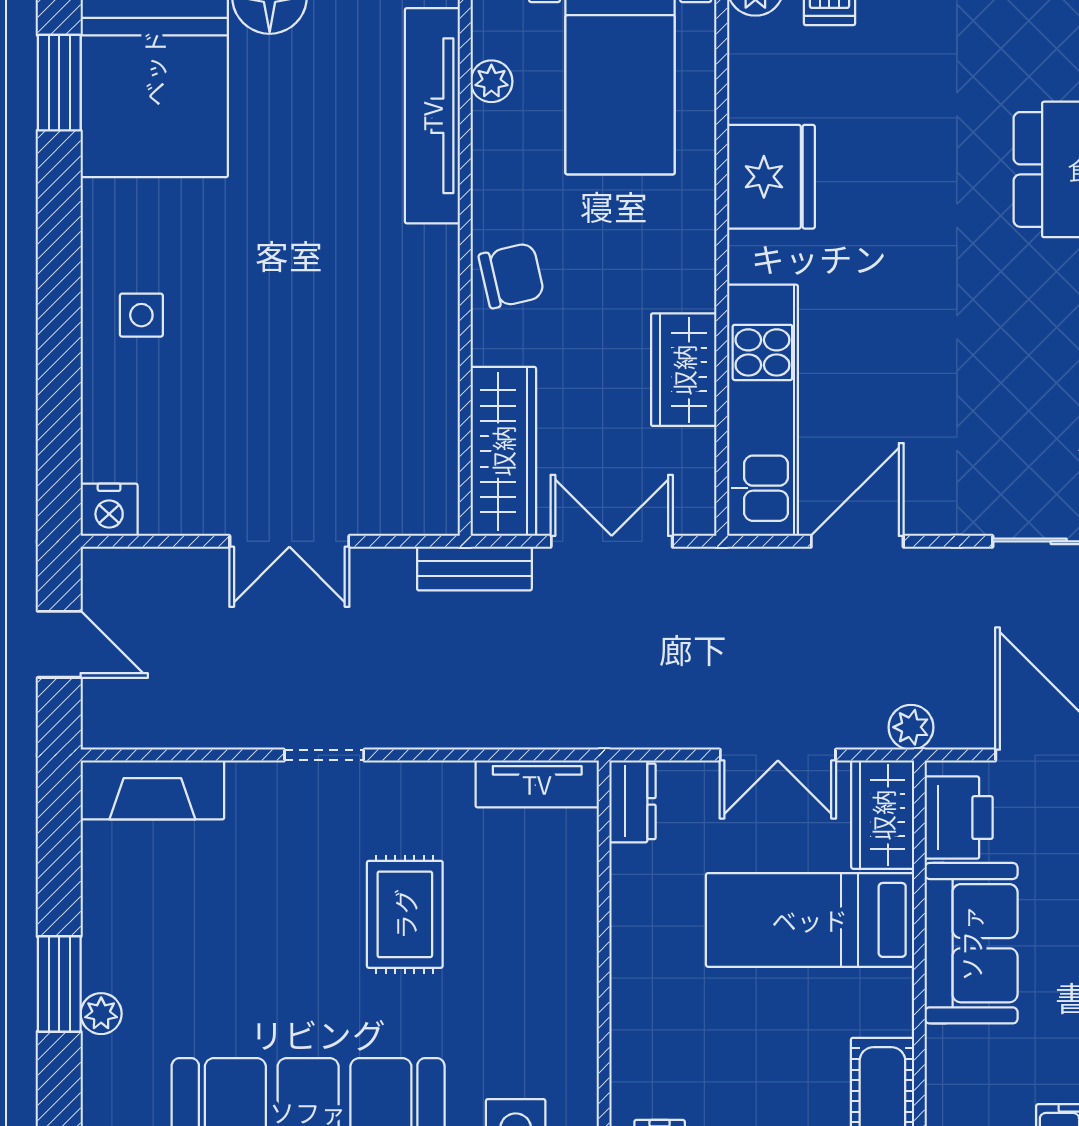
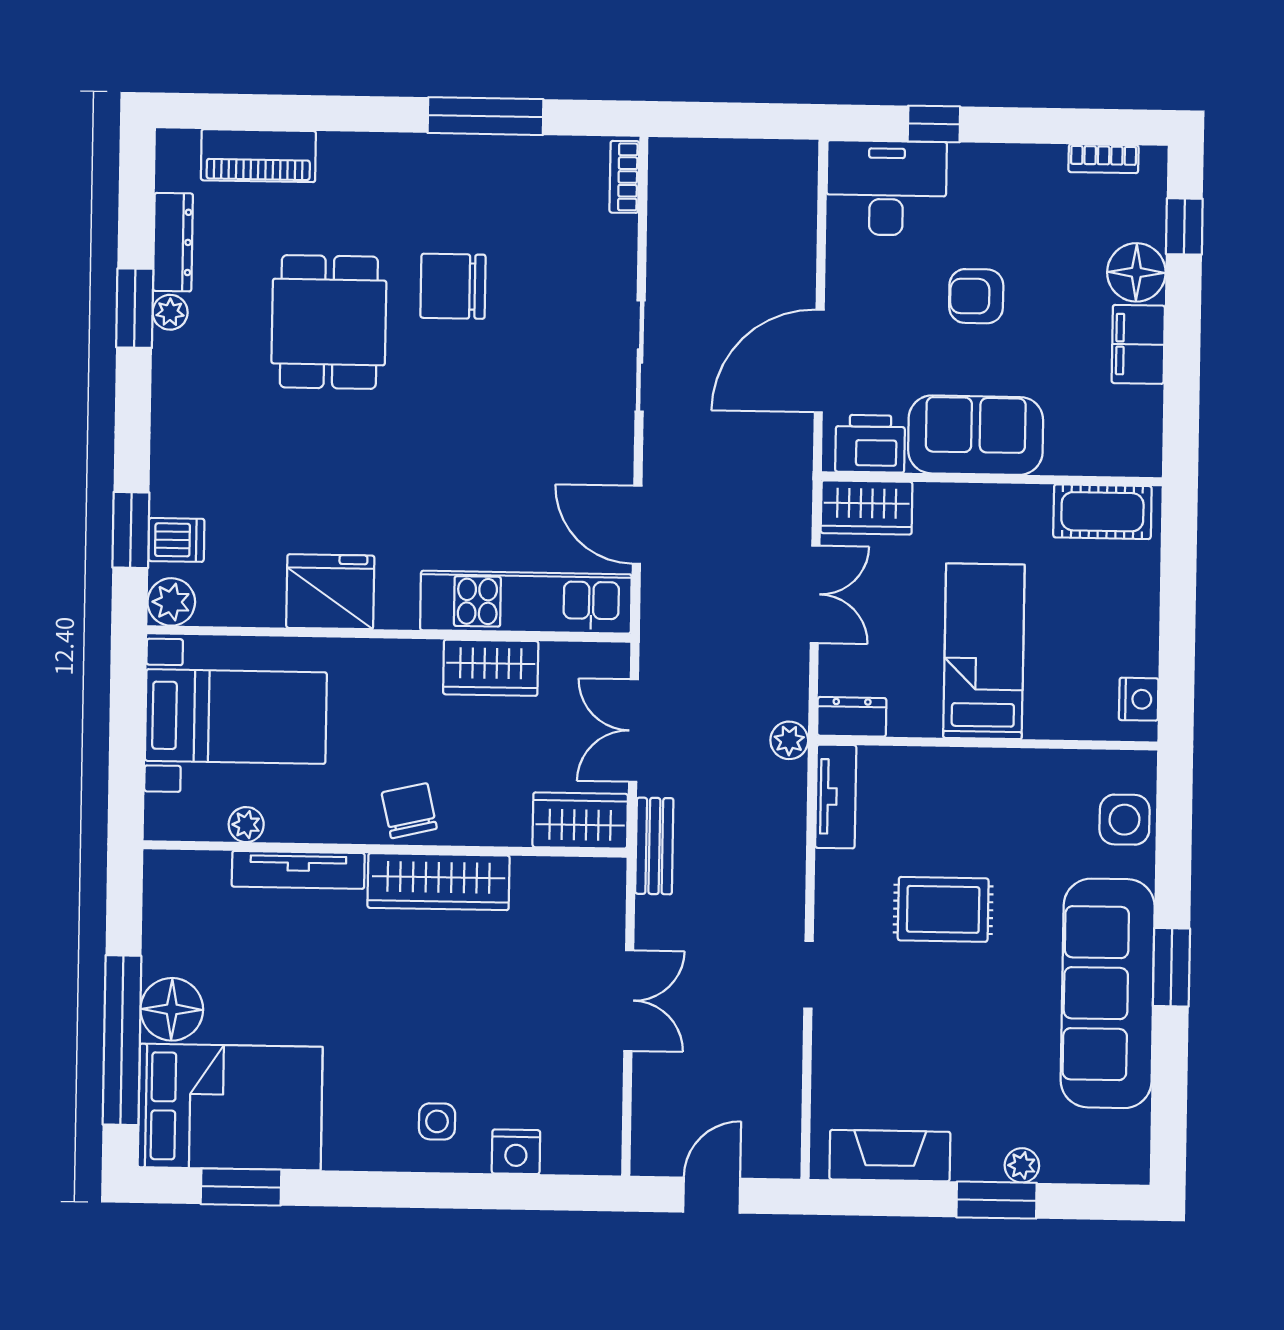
tv unit: (432, 116) -> (298, 870), width x0.73, depth x0.78
wardrobe: (427, 312) -> (439, 882), added
wardrobe: (503, 451) -> (580, 820), width x0.67
nightstand: (109, 510) -> (516, 1152), moved, turned 90
plant: (911, 727) -> (789, 740), moved
fireplace: (152, 790) -> (890, 1156), moved, turned -90
bed: (810, 920) -> (984, 651), moved, turned 180

